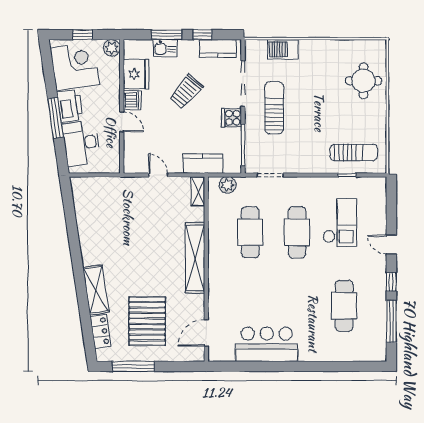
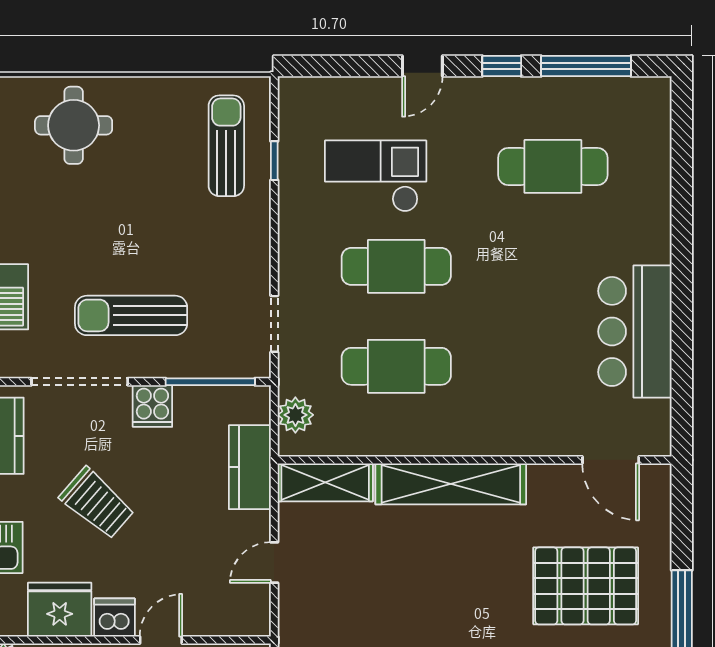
shelving: (198, 191) -> (325, 482), width x1.50, depth x1.33

